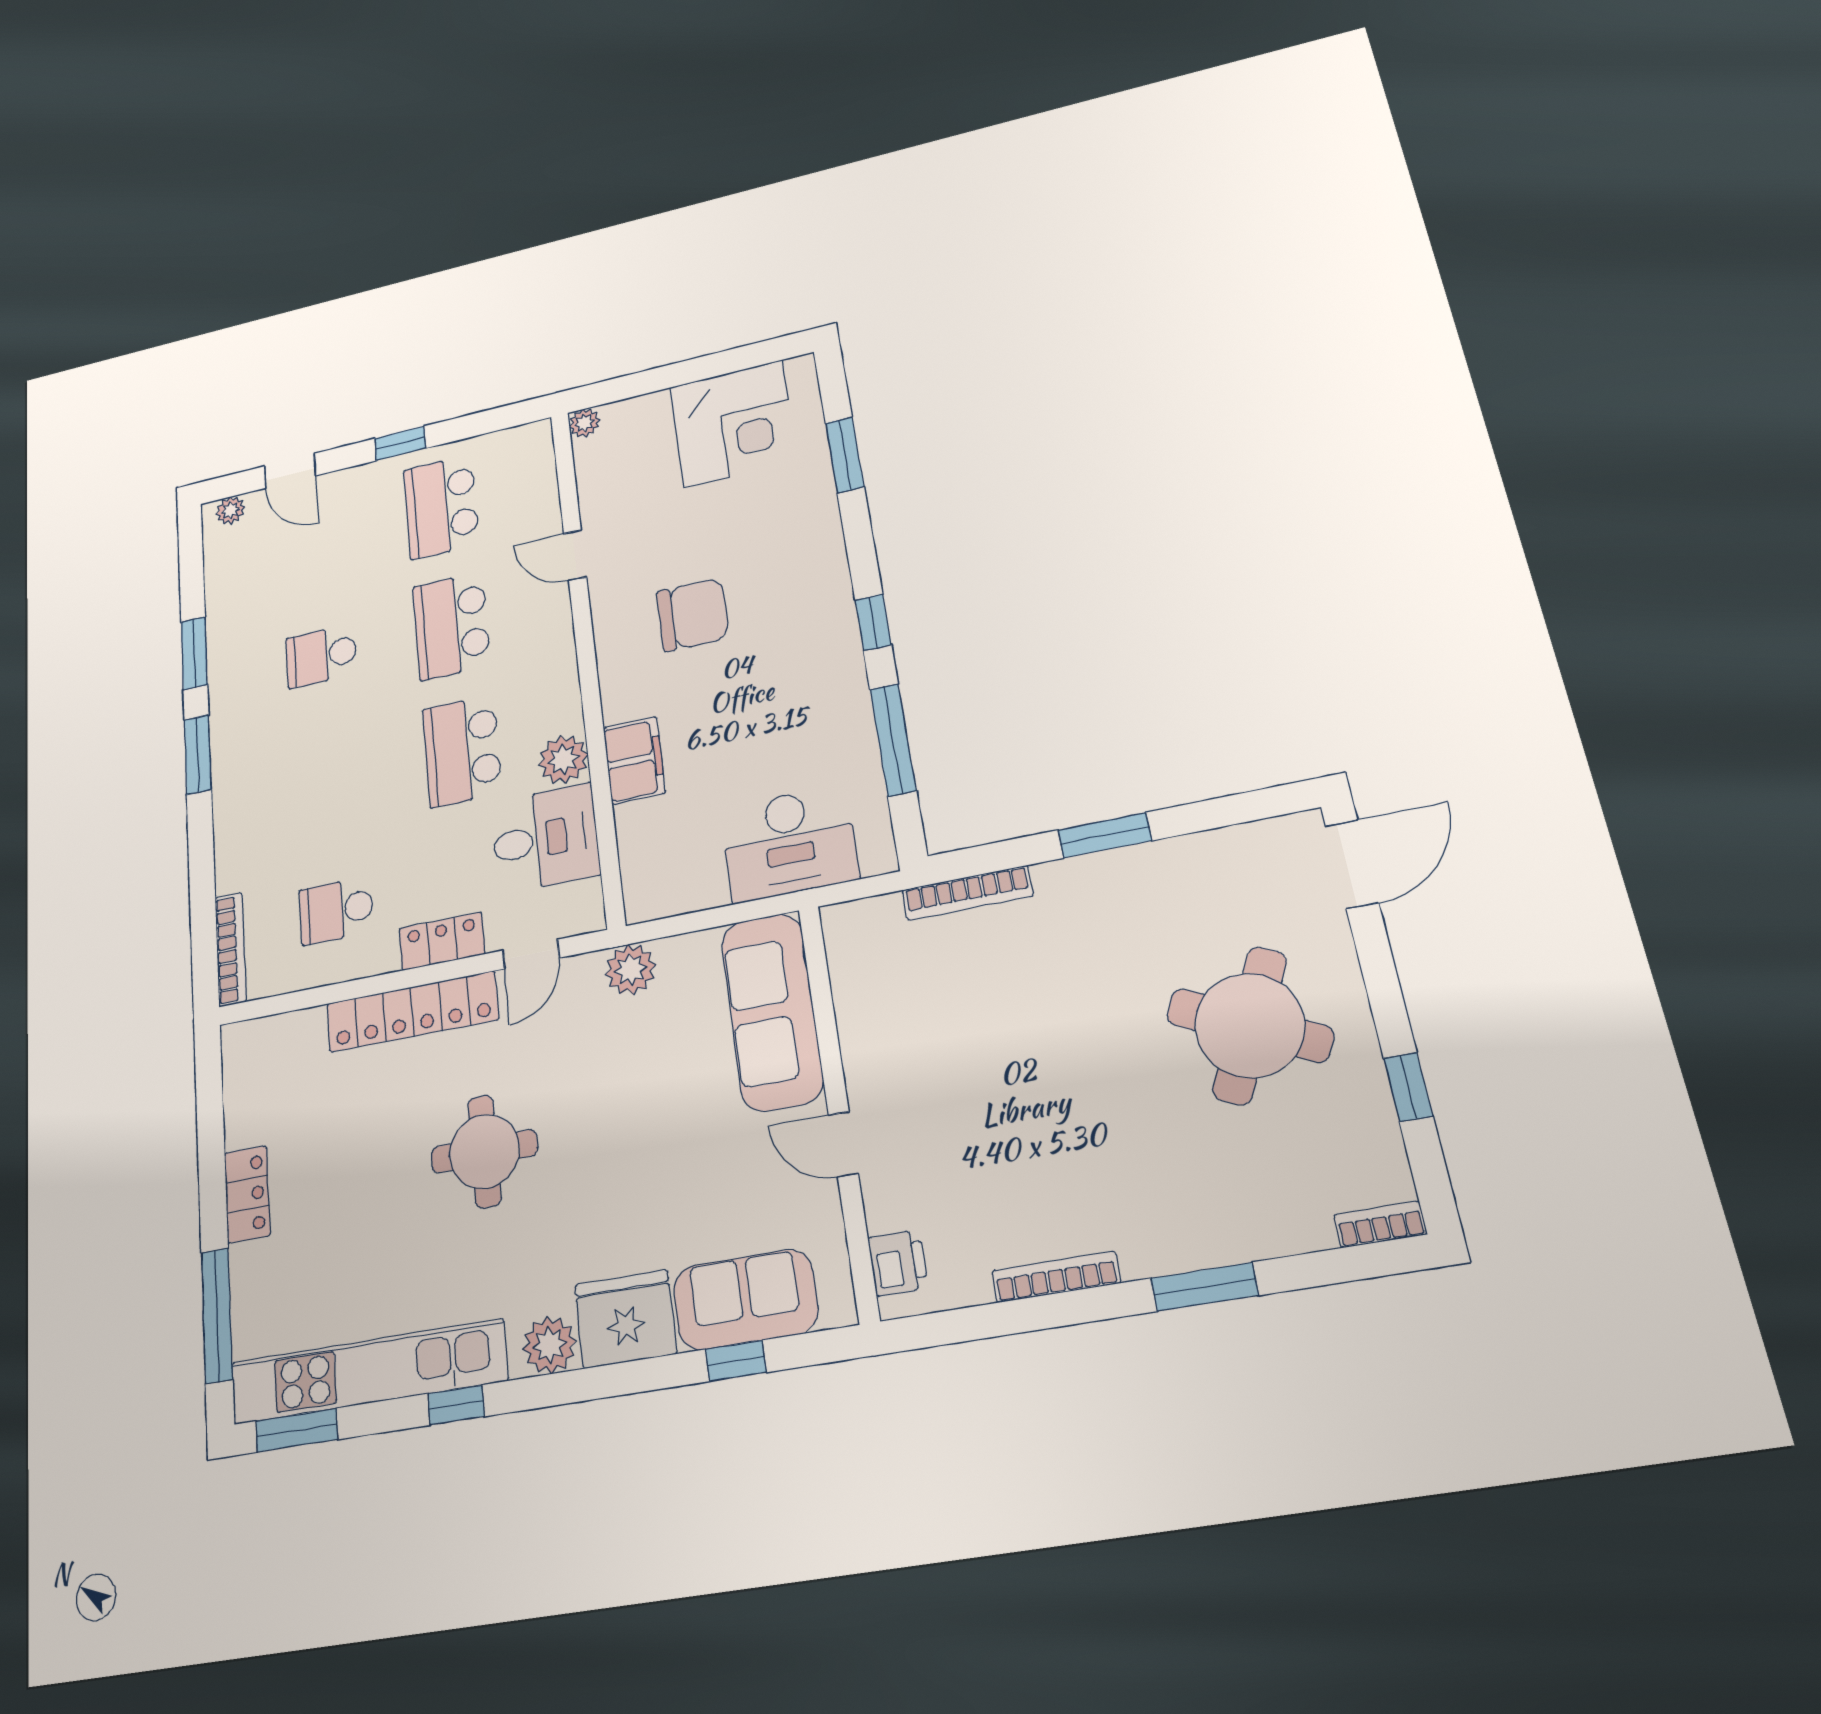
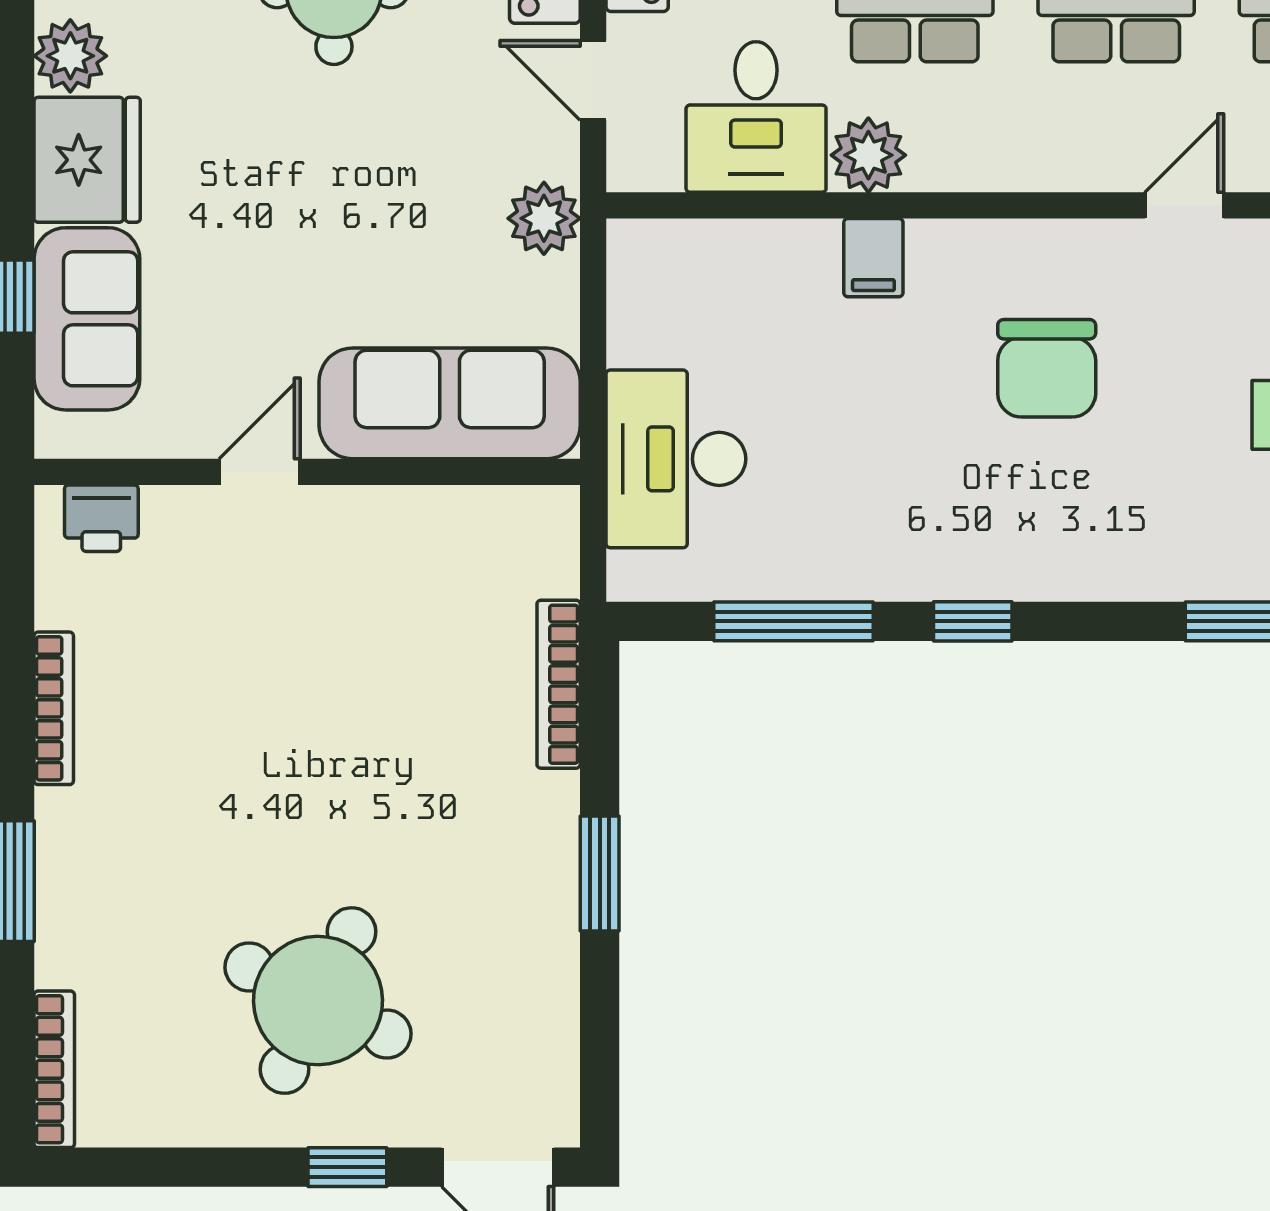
filing cabinet: (634, 760) -> (873, 258), width x0.50
window: (1408, 1087) -> (347, 1167), moved
bookcase: (1380, 1224) -> (54, 1069), width x1.56

